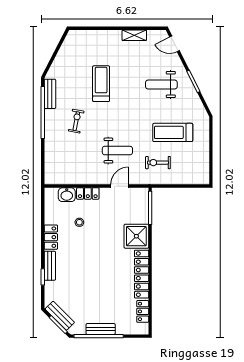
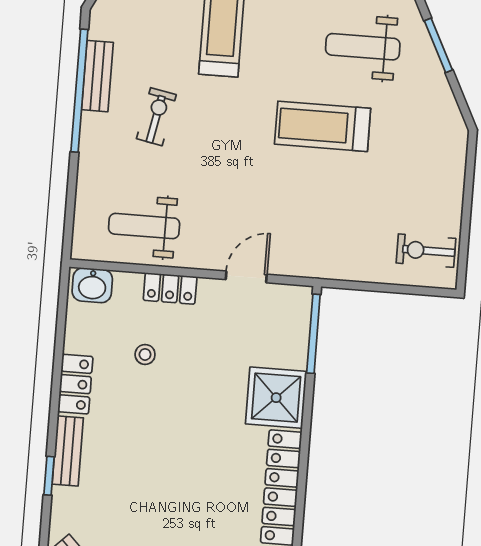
bench: (50, 94) -> (97, 76), moved
treadmill: (173, 132) -> (323, 126), moved
weight bench: (117, 151) -> (144, 226), moved, turned 180
exercise bike: (158, 163) -> (426, 251), moved
washbasin: (67, 195) -> (92, 285), moved

